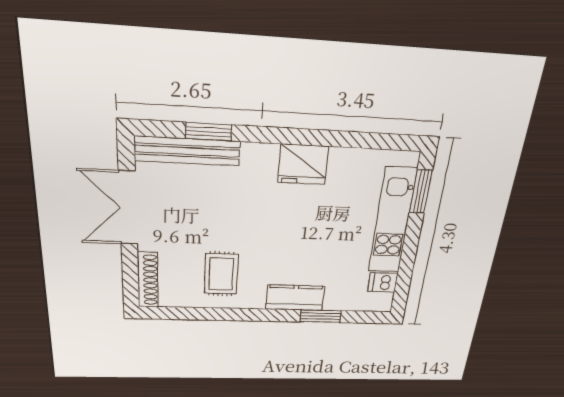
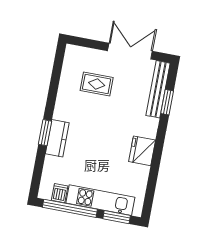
window: (407, 265) -> (70, 208), added
rug: (221, 274) -> (97, 84), moved
shoe rack: (148, 280) -> (83, 53), removed
window: (321, 316) -> (45, 133), moved

